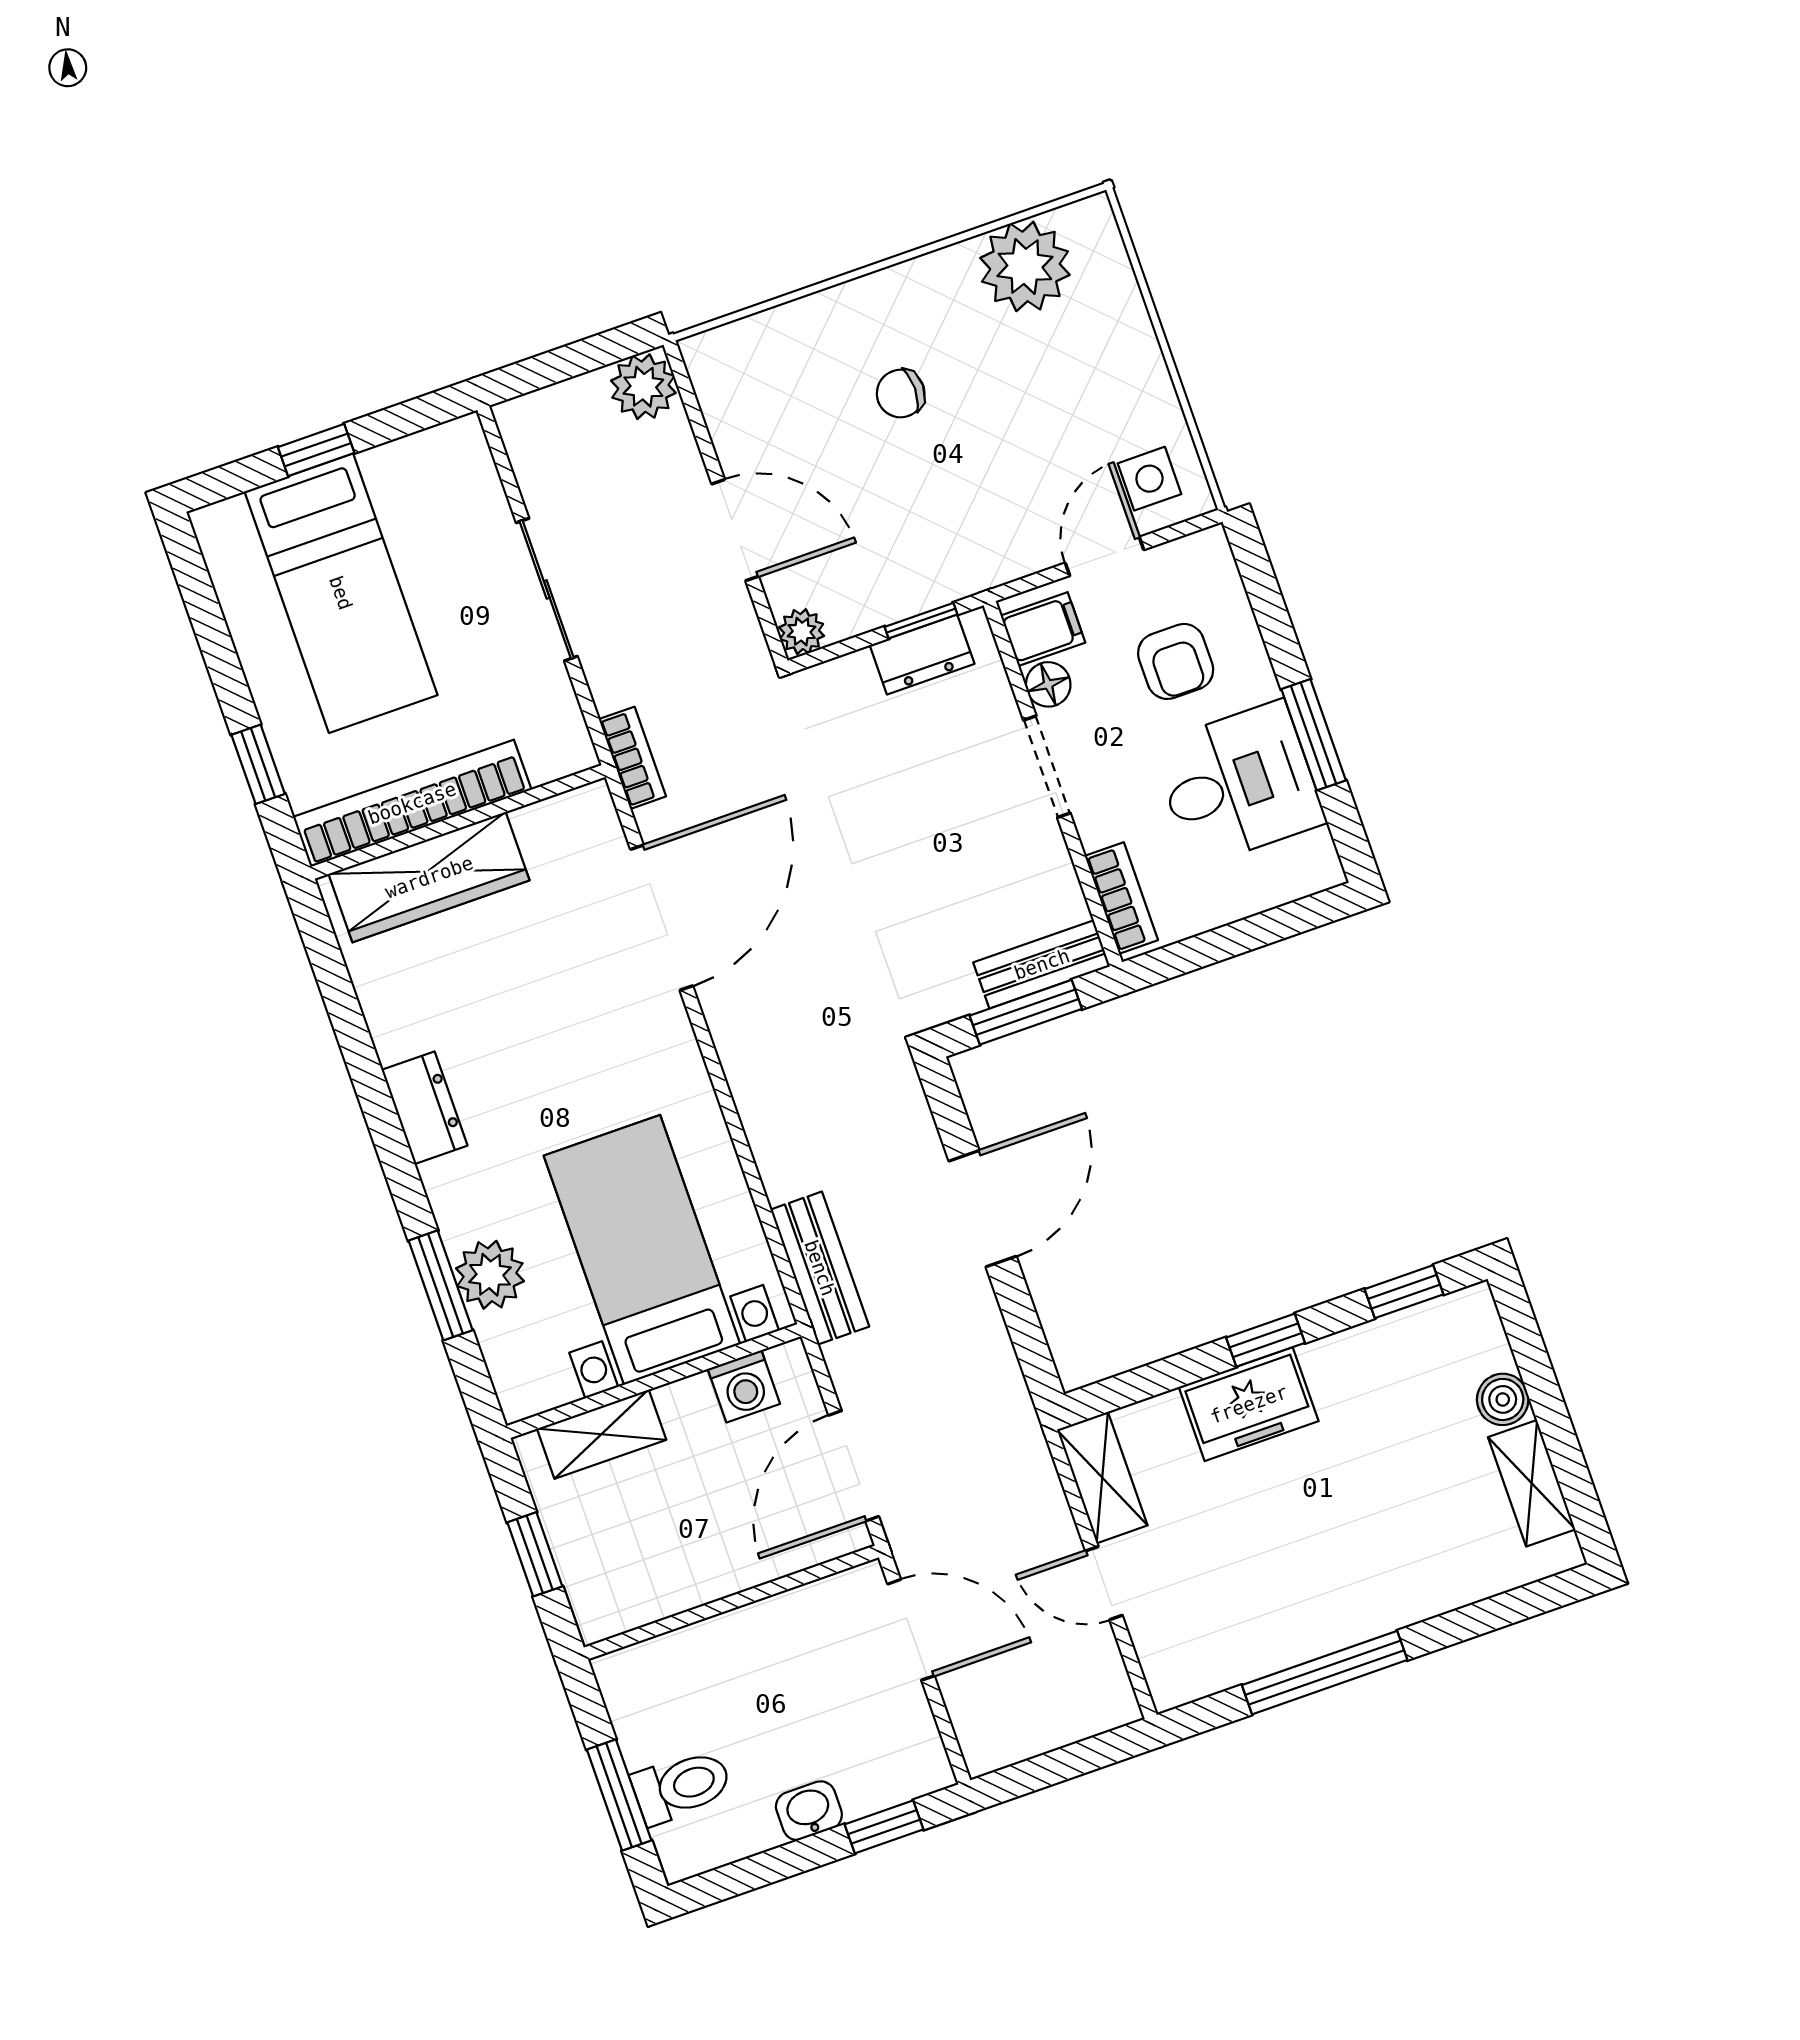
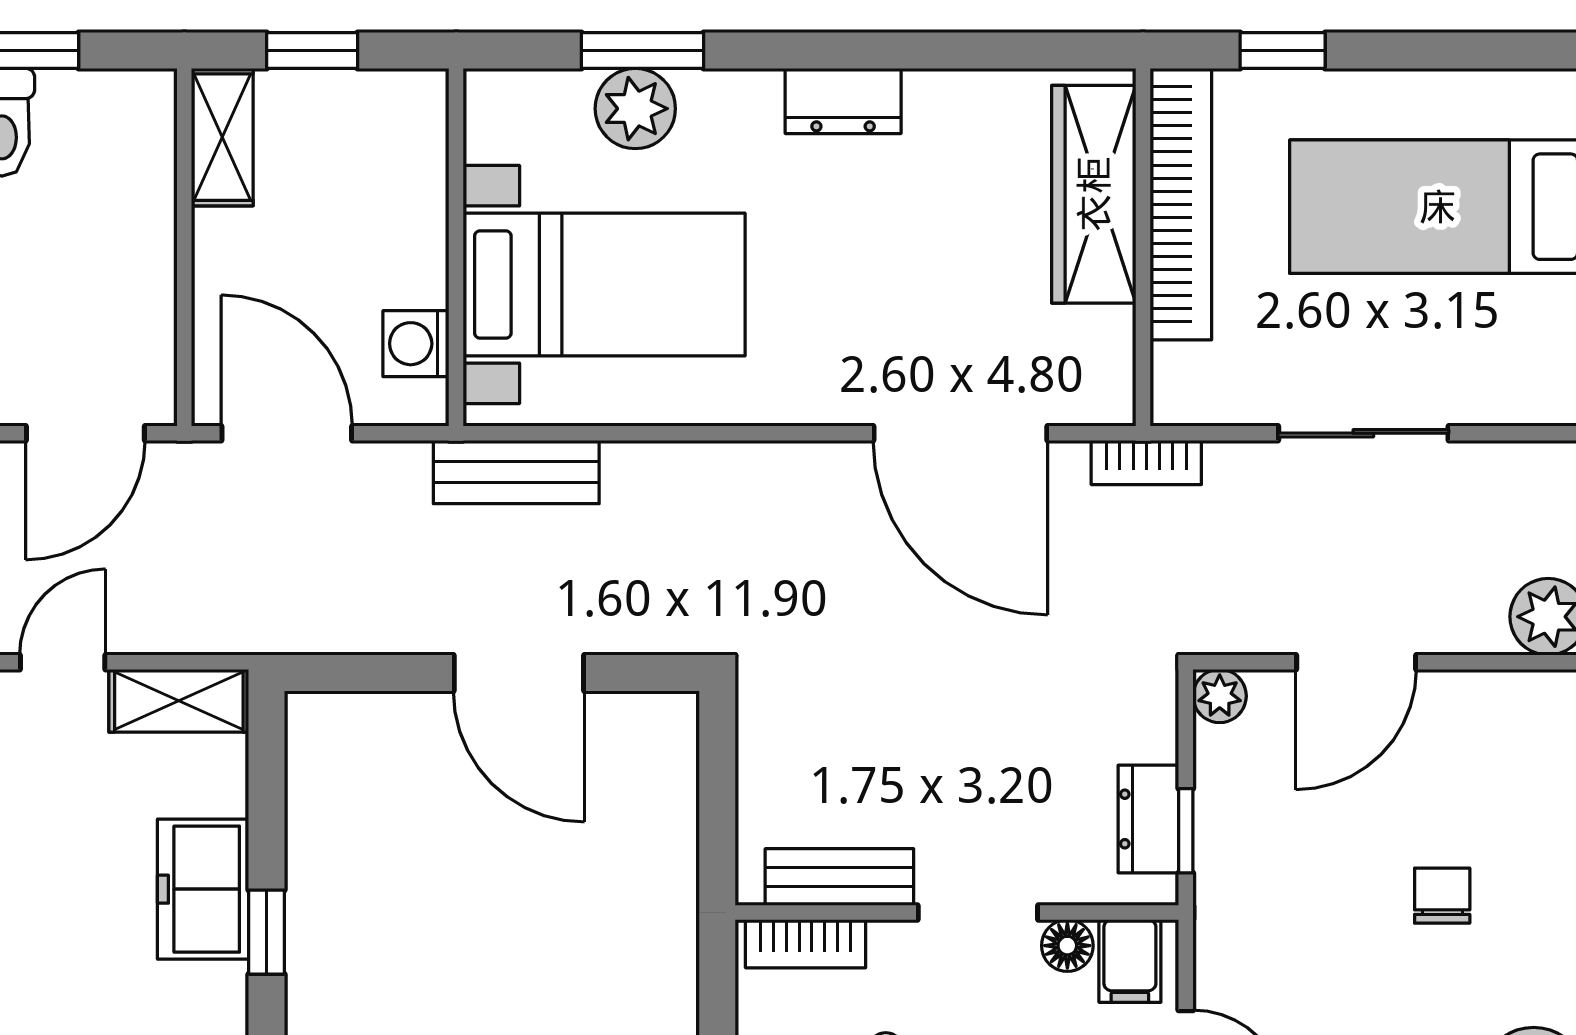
bench: (1042, 964) -> (839, 877), moved, turned 90
window: (1026, 1012) -> (717, 795), removed
shelving: (602, 1434) -> (222, 137), moved

